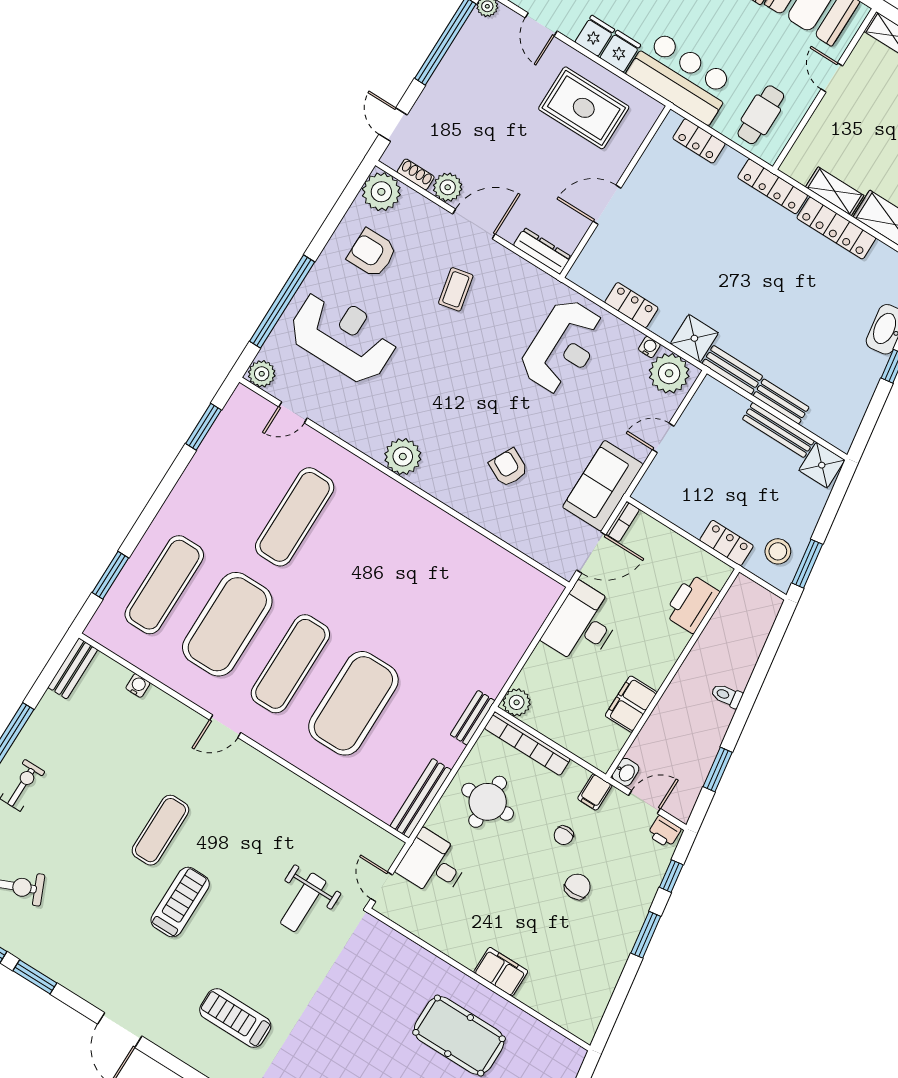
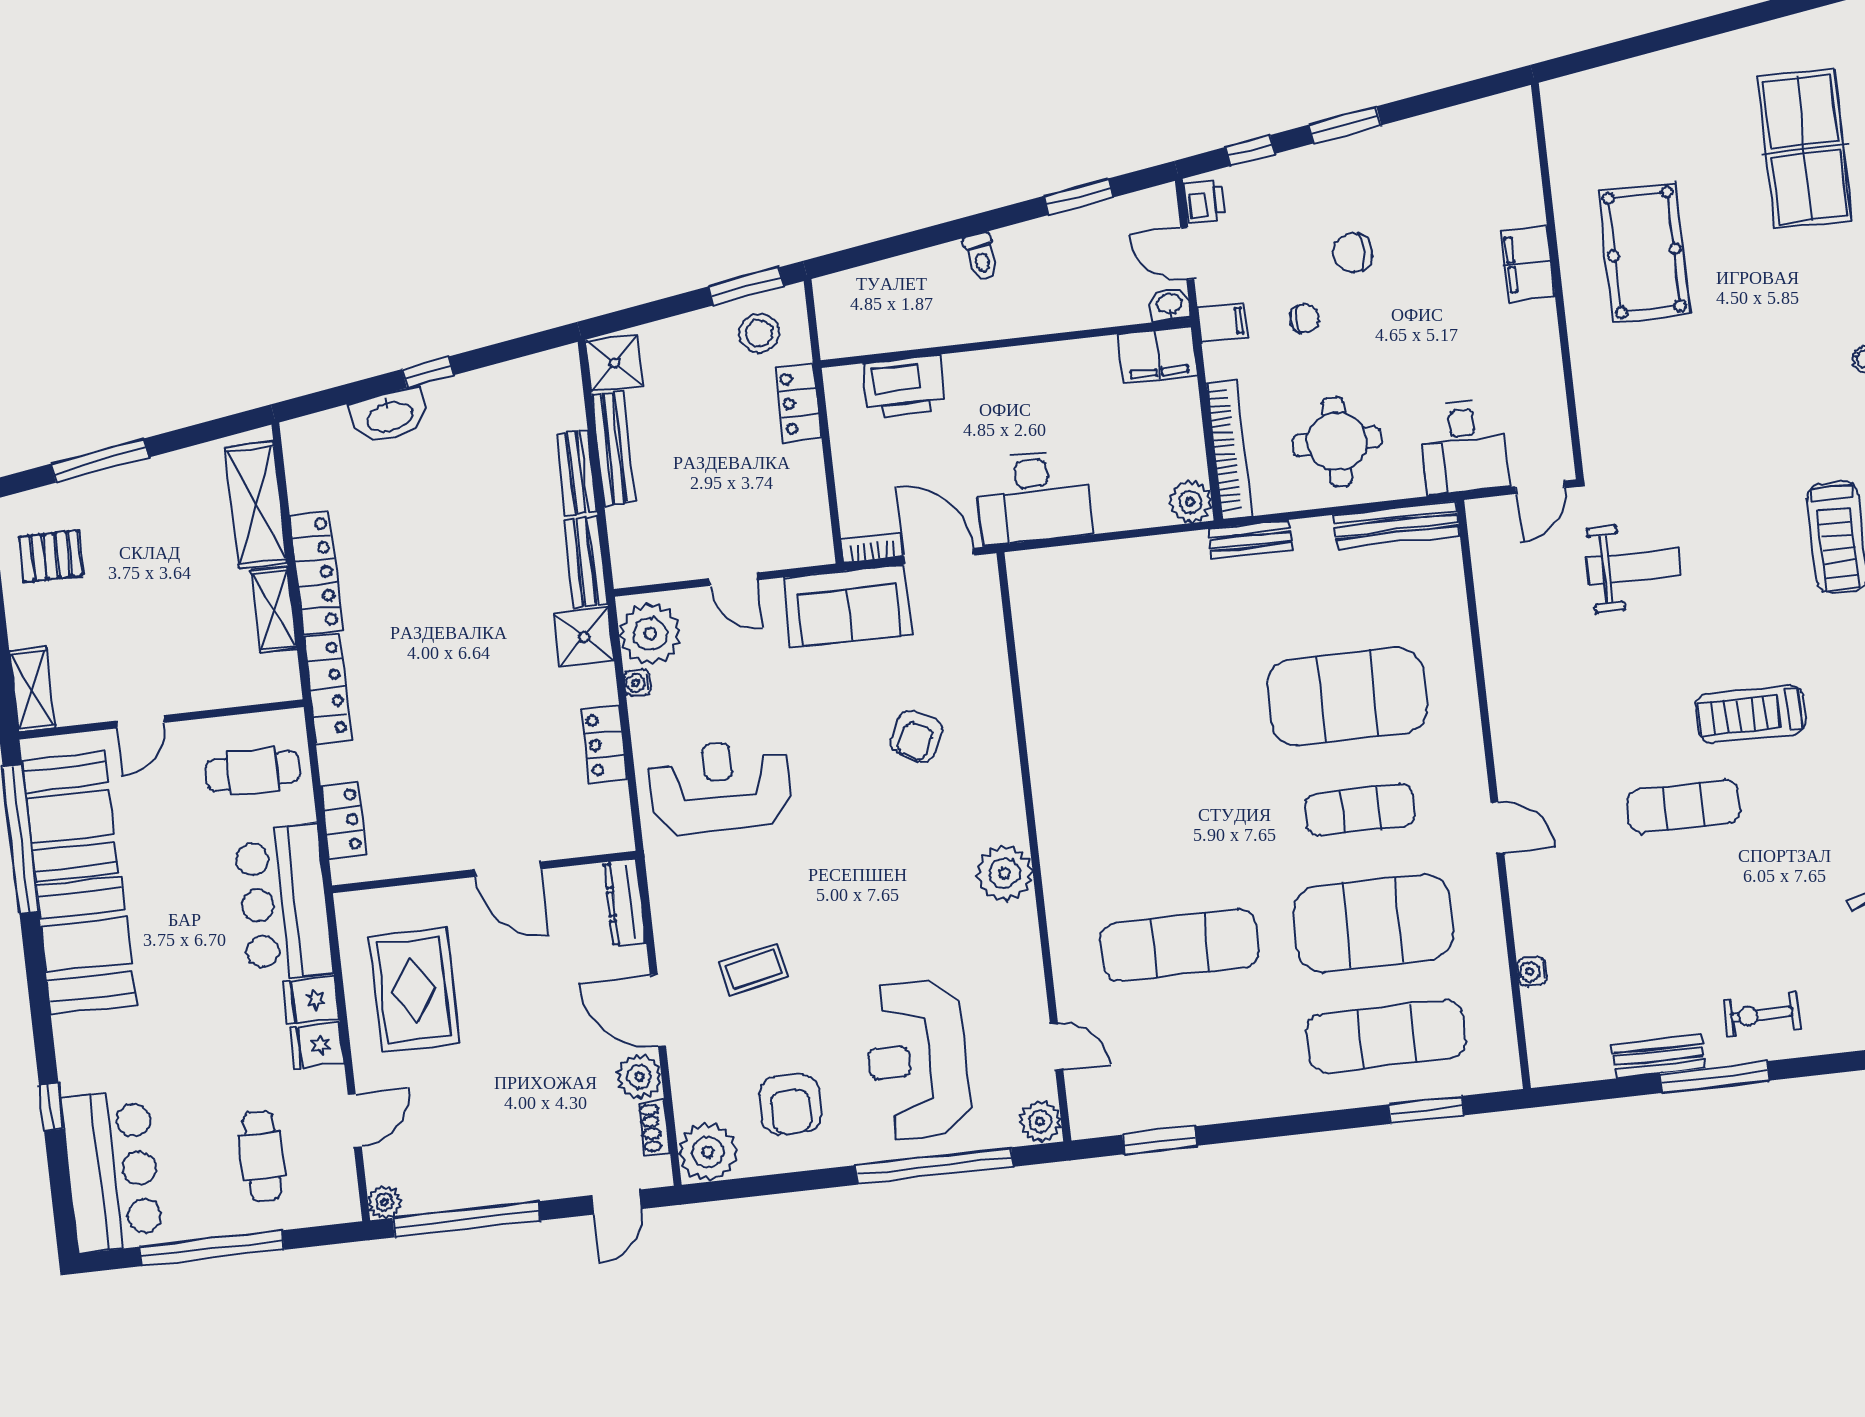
exercise mat: (290, 664) -> (1360, 810), width x0.73, depth x0.69
bench: (73, 668) -> (1659, 1056), moved
filing cabinet: (631, 704) -> (1157, 355), moved

